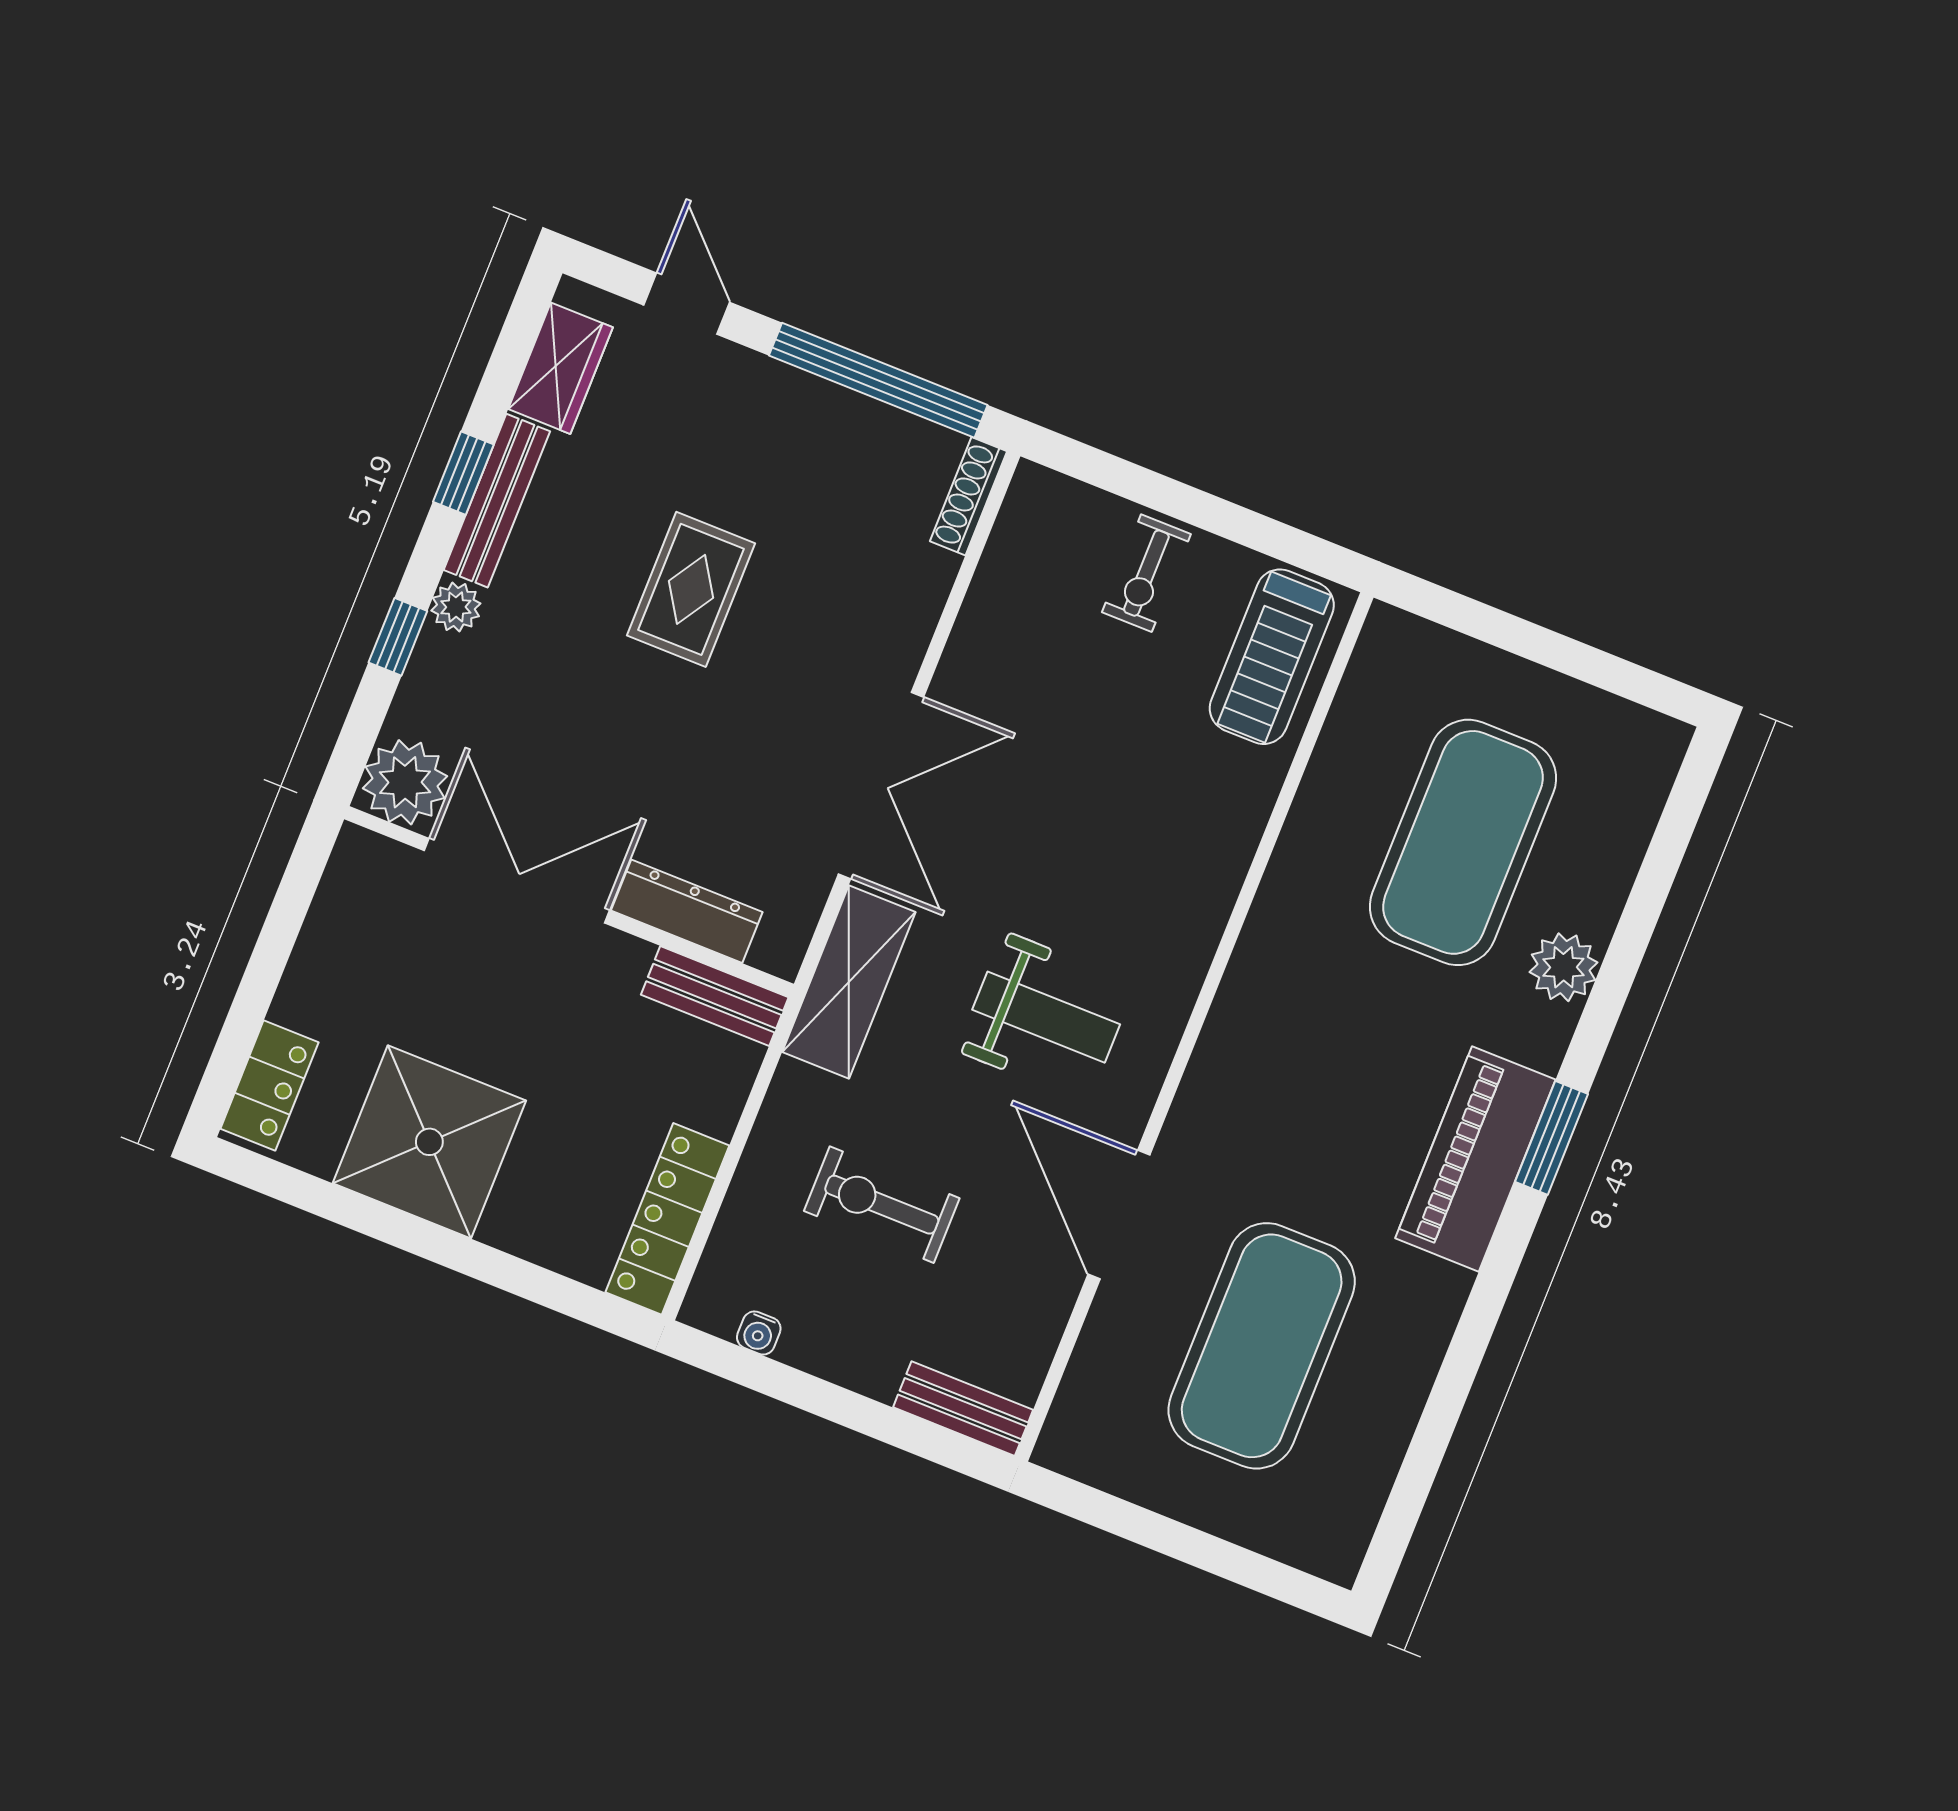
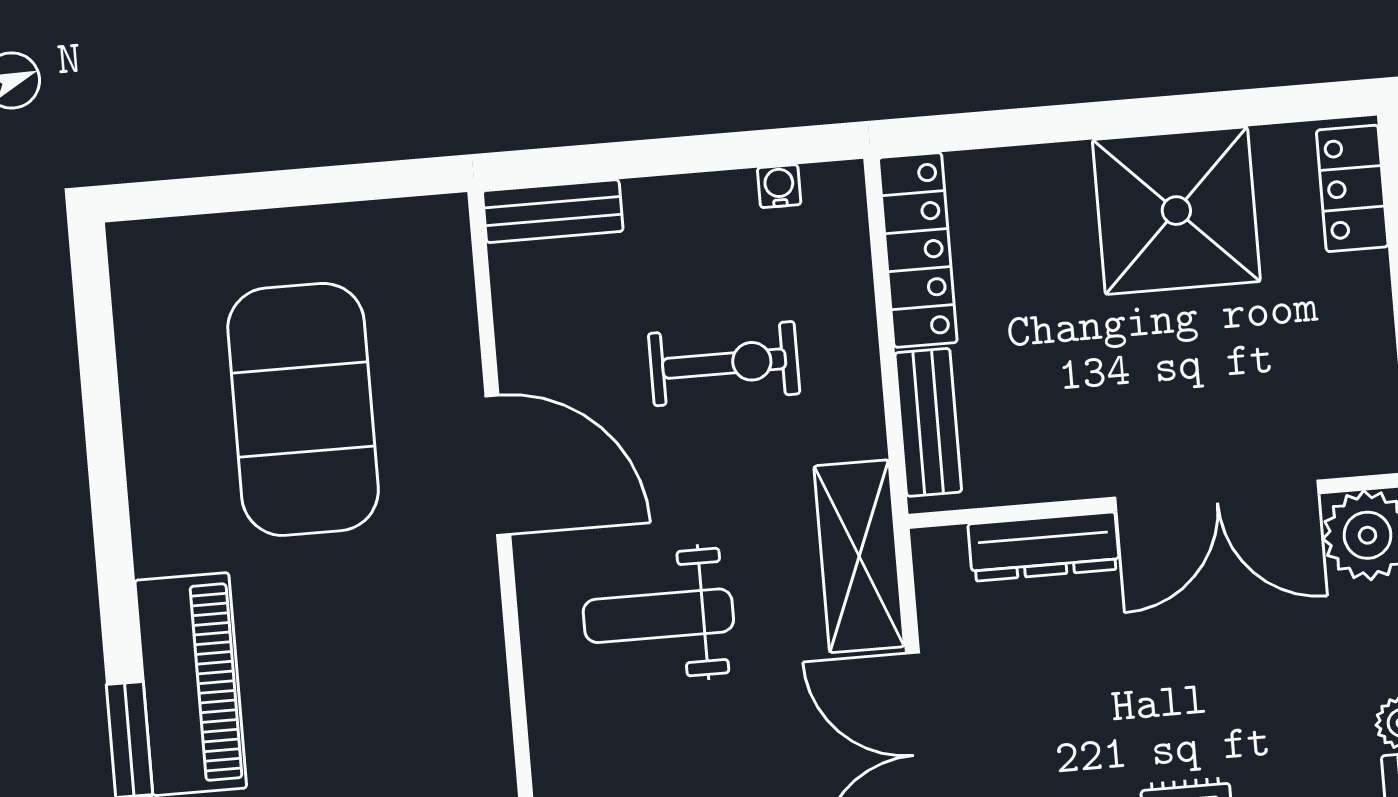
bench: (715, 996) -> (928, 422), moved, turned 90

